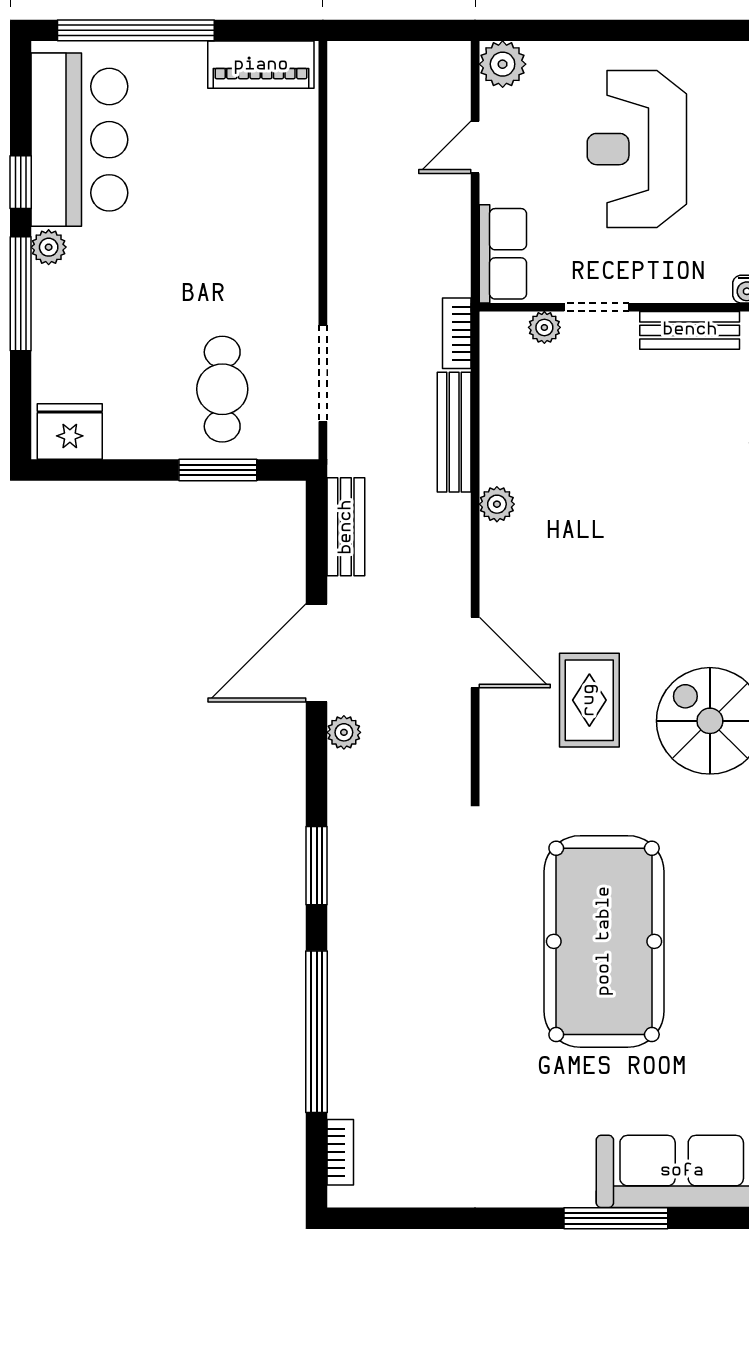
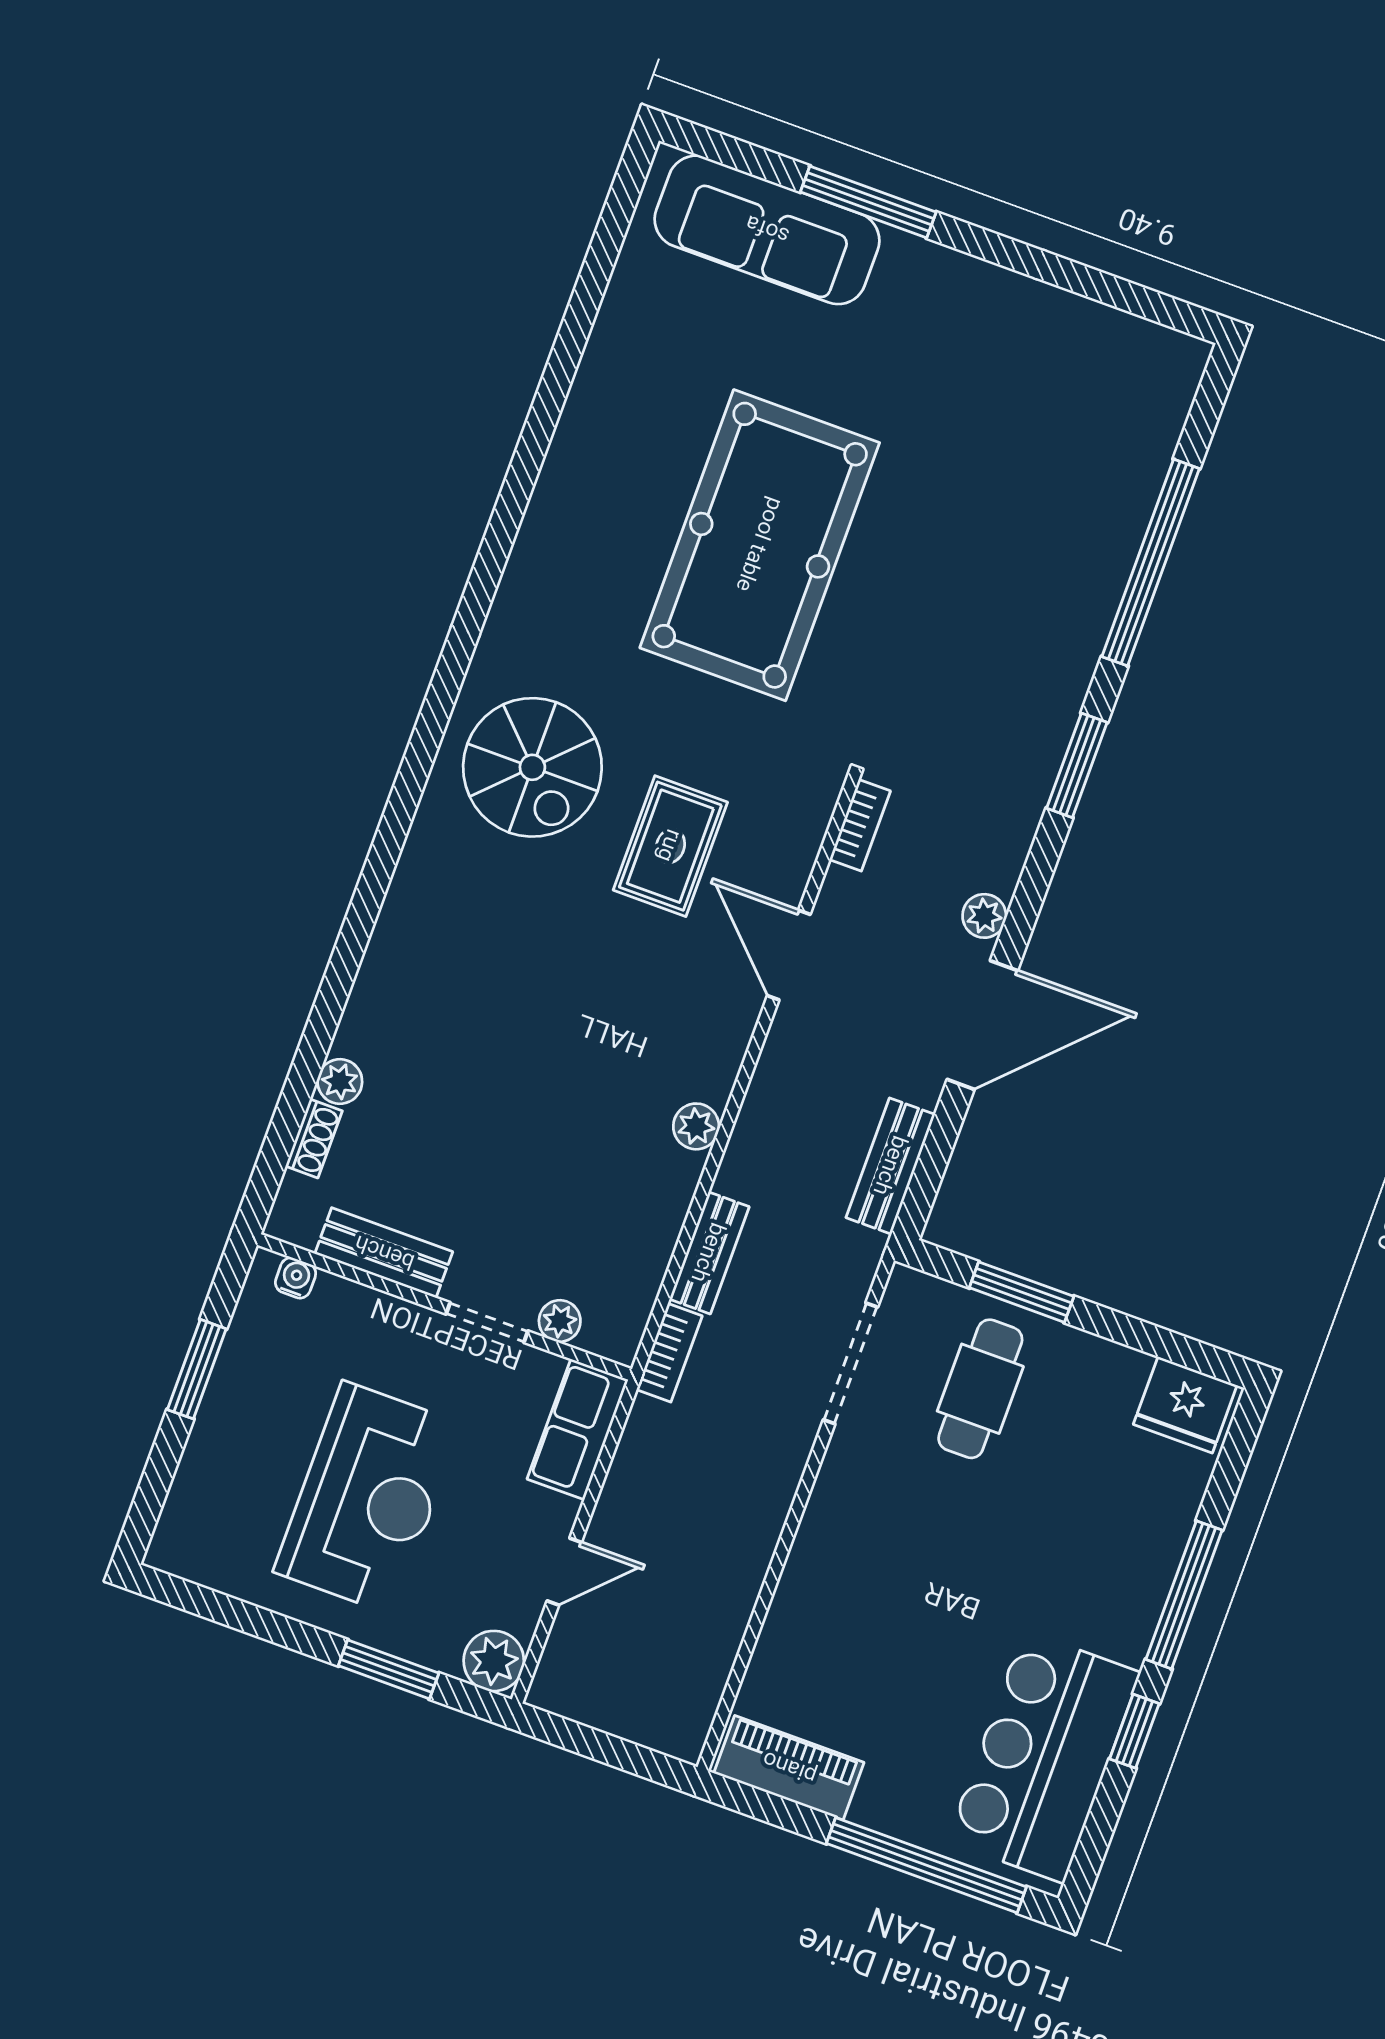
window: (576, 30) -> (389, 1669), added
plant: (49, 247) -> (1129, 1639), removed
bench: (454, 432) -> (709, 1253), width x0.73
bookcase: (340, 1152) -> (860, 825), moved, turned 180

